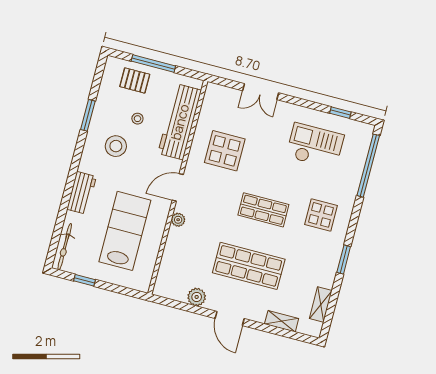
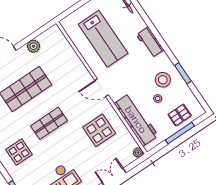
stool: (116, 146) -> (163, 80), moved
door: (178, 187) -> (102, 88), swing flipped
workbench: (82, 193) -> (150, 42), moved
plant: (178, 220) -> (138, 153), moved

